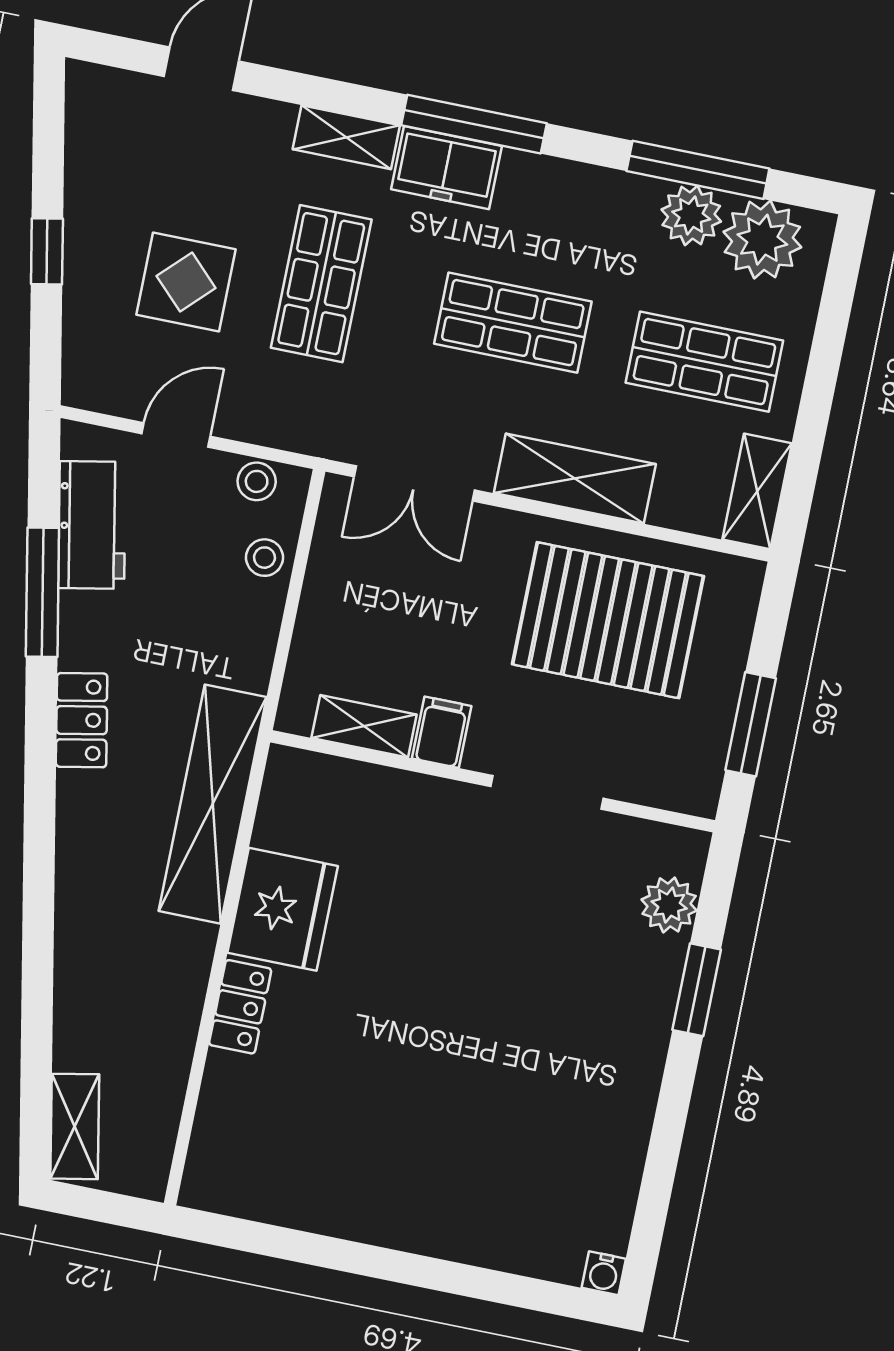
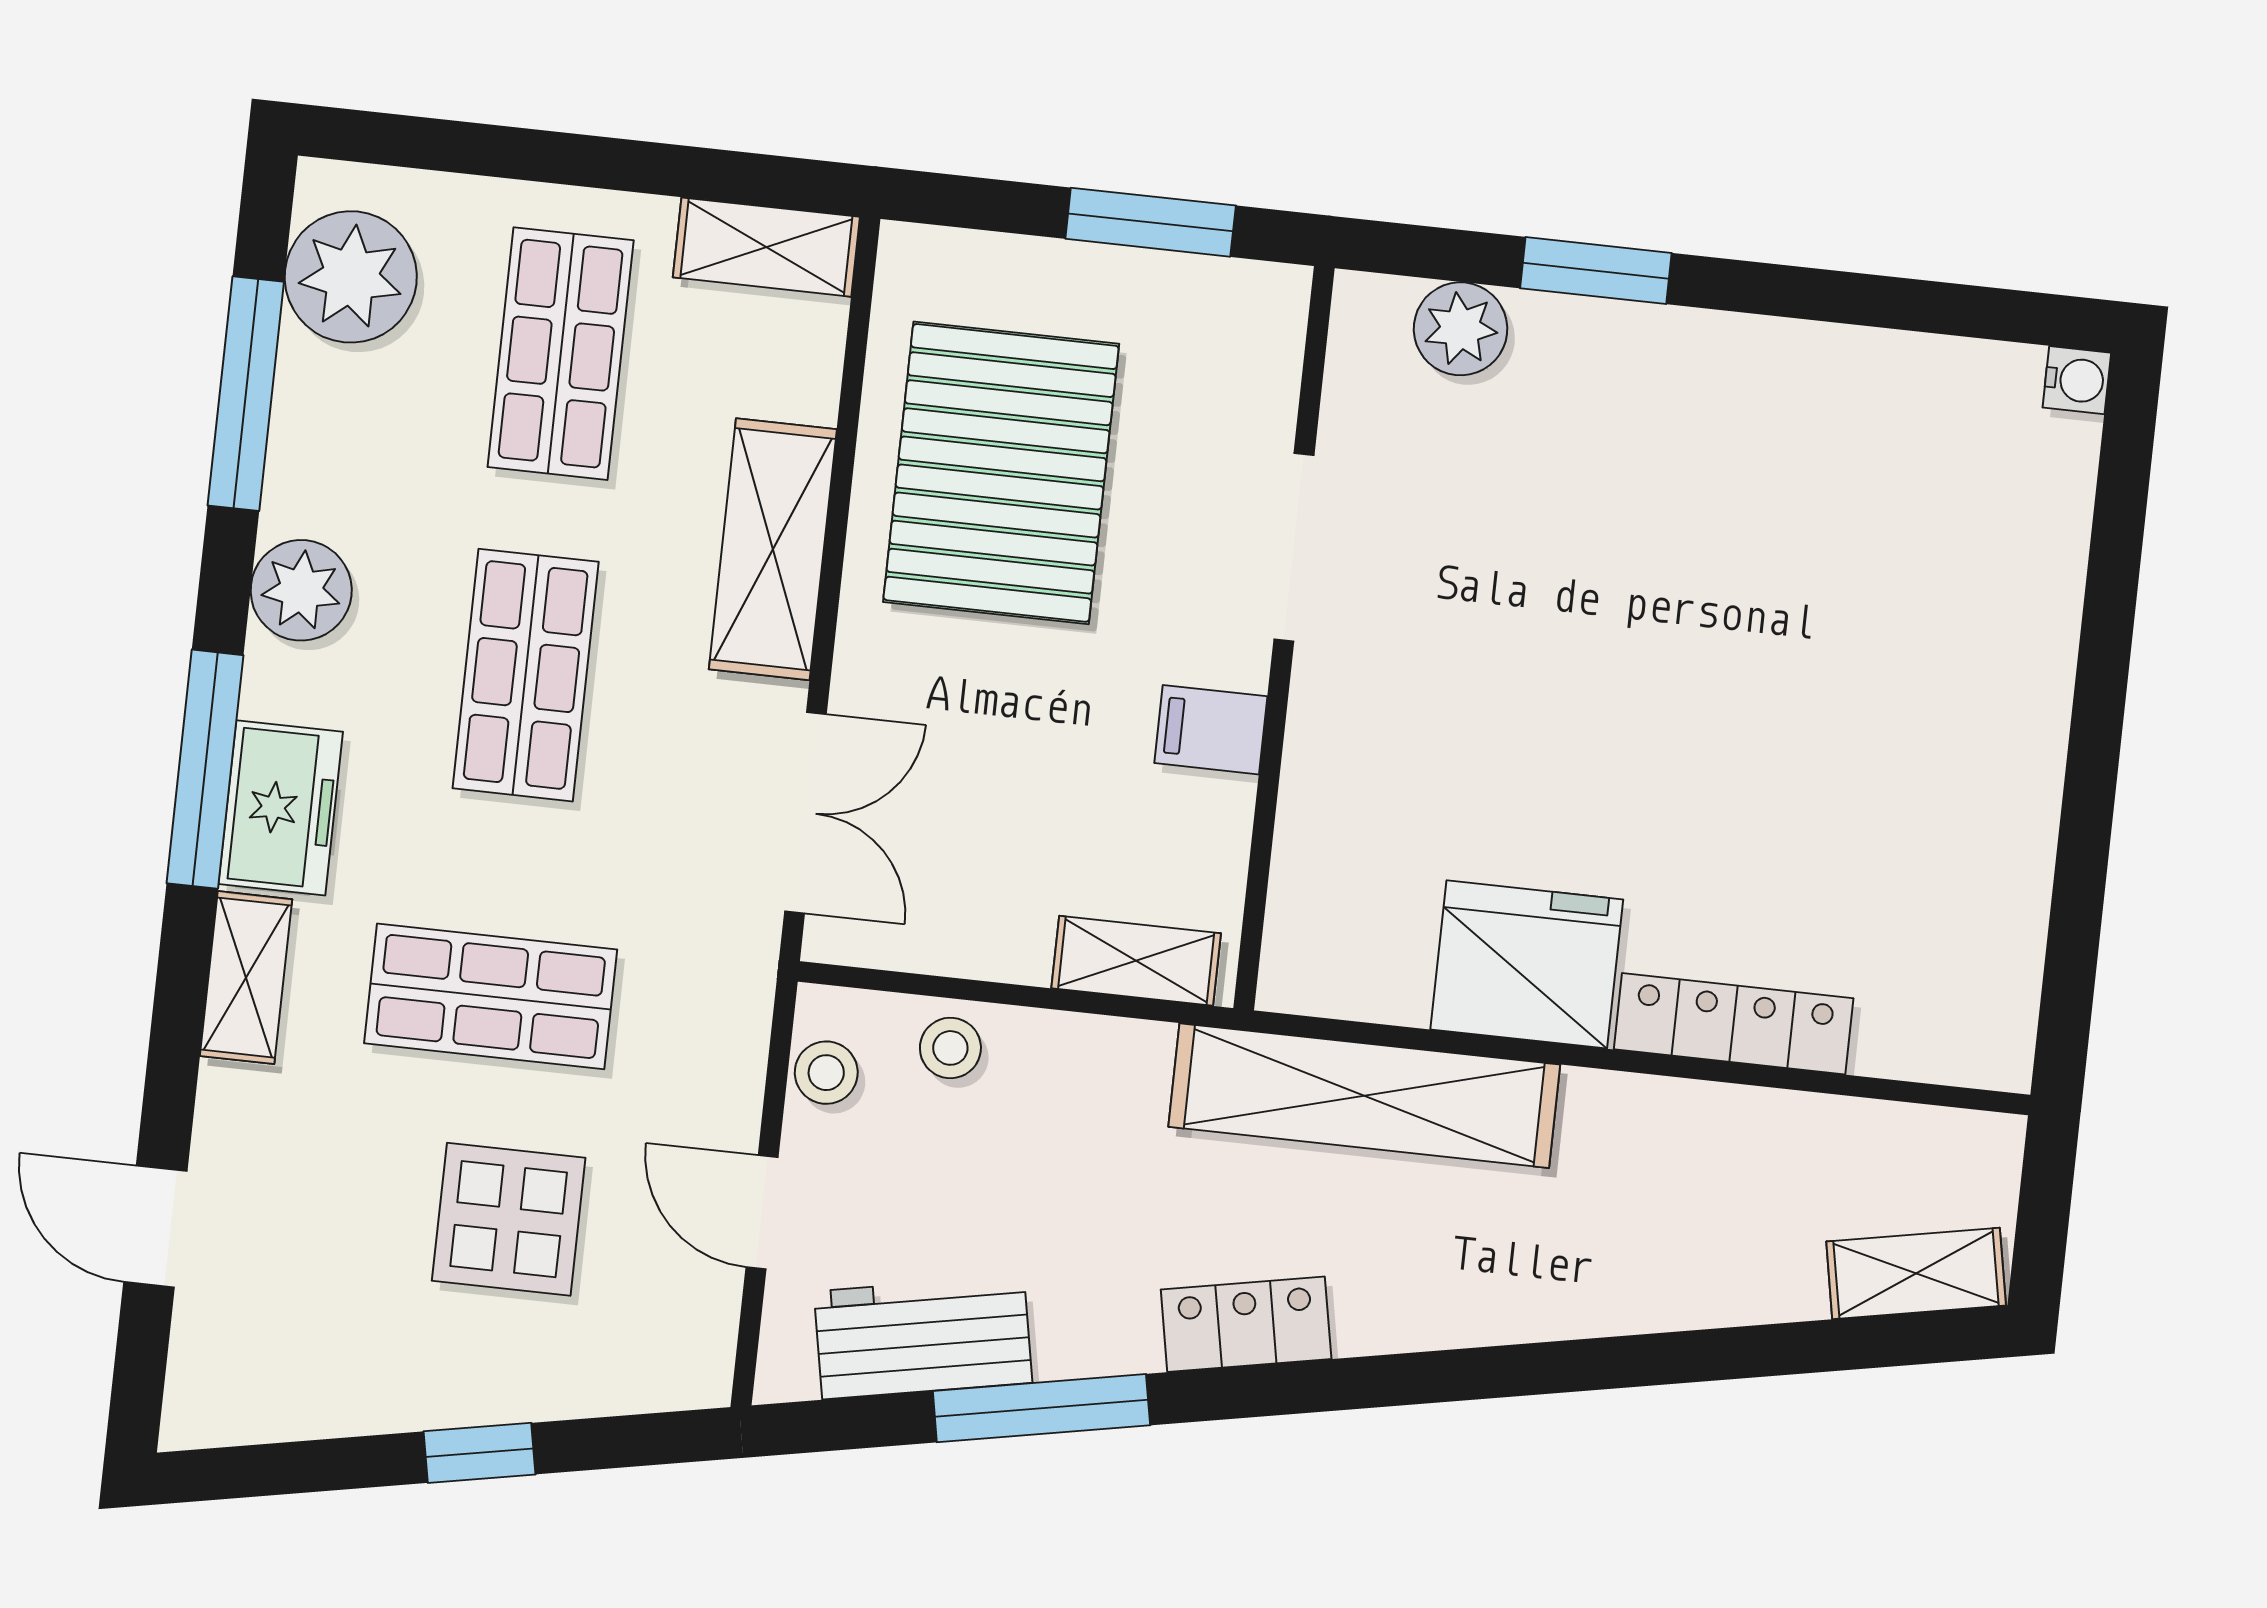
plant: (691, 215) -> (301, 590), moved
shelving: (364, 726) -> (1136, 961), moved, turned 90
locker: (240, 1007) -> (1734, 1024), width x1.53

